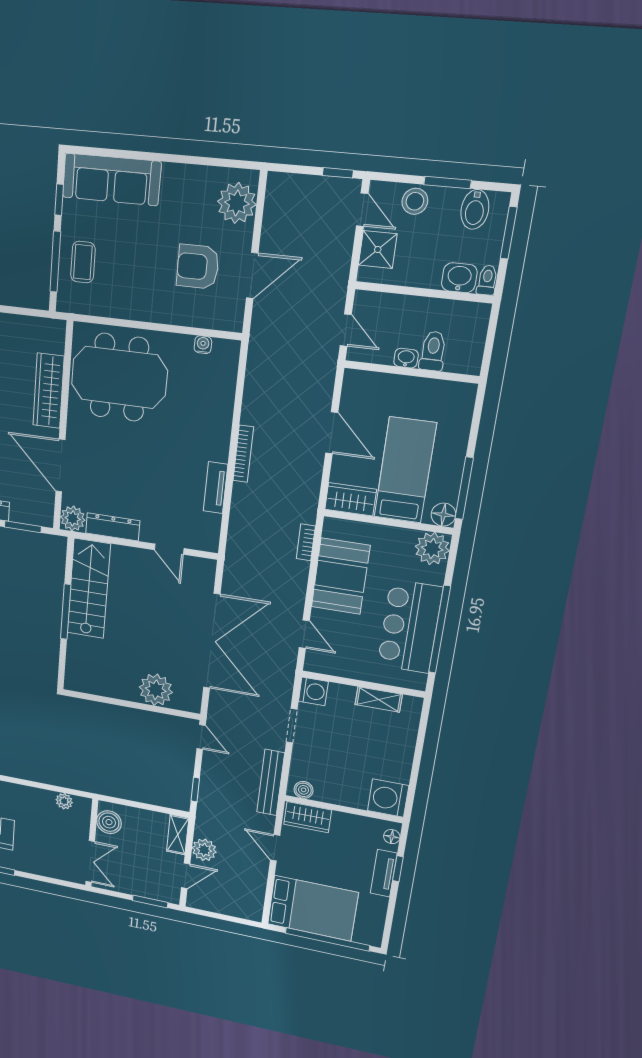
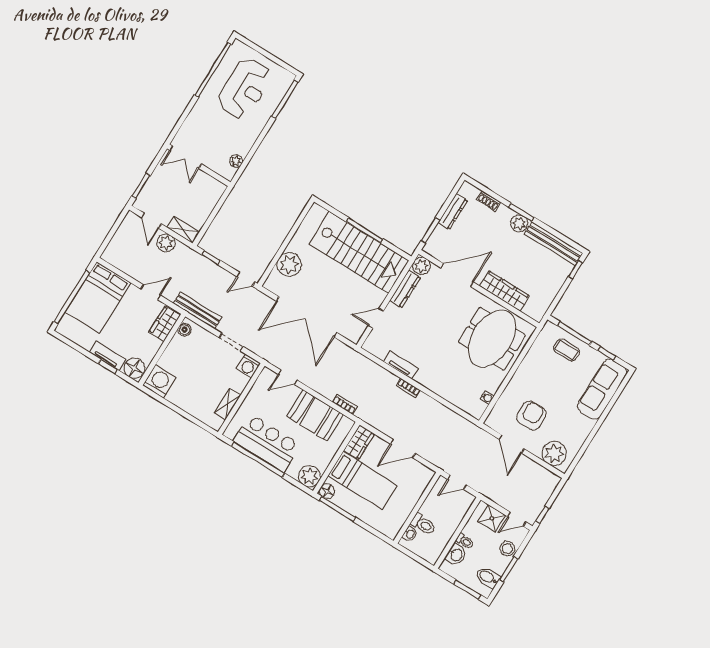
toilet: (487, 280) -> (465, 541), moved
washbasin: (406, 358) -> (410, 534), moved
bookcase: (243, 454) -> (408, 388), width x0.64
stairs: (89, 589) -> (359, 252), width x1.36, depth x1.51
boiler: (109, 822) -> (209, 186), removed
floor lamp: (392, 837) -> (134, 368), width x1.89, depth x1.89

